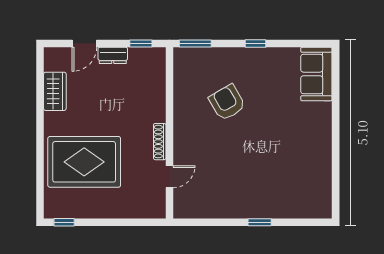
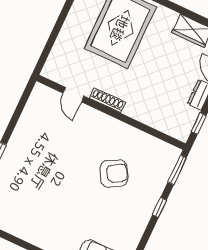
window: (255, 43) -> (160, 207), moved

